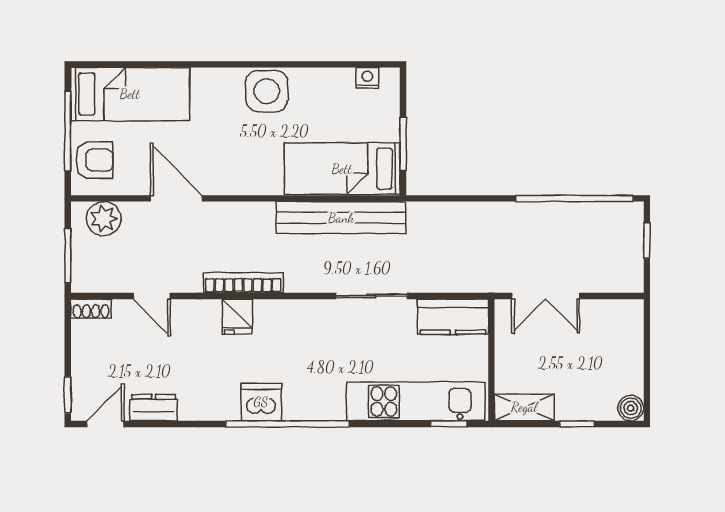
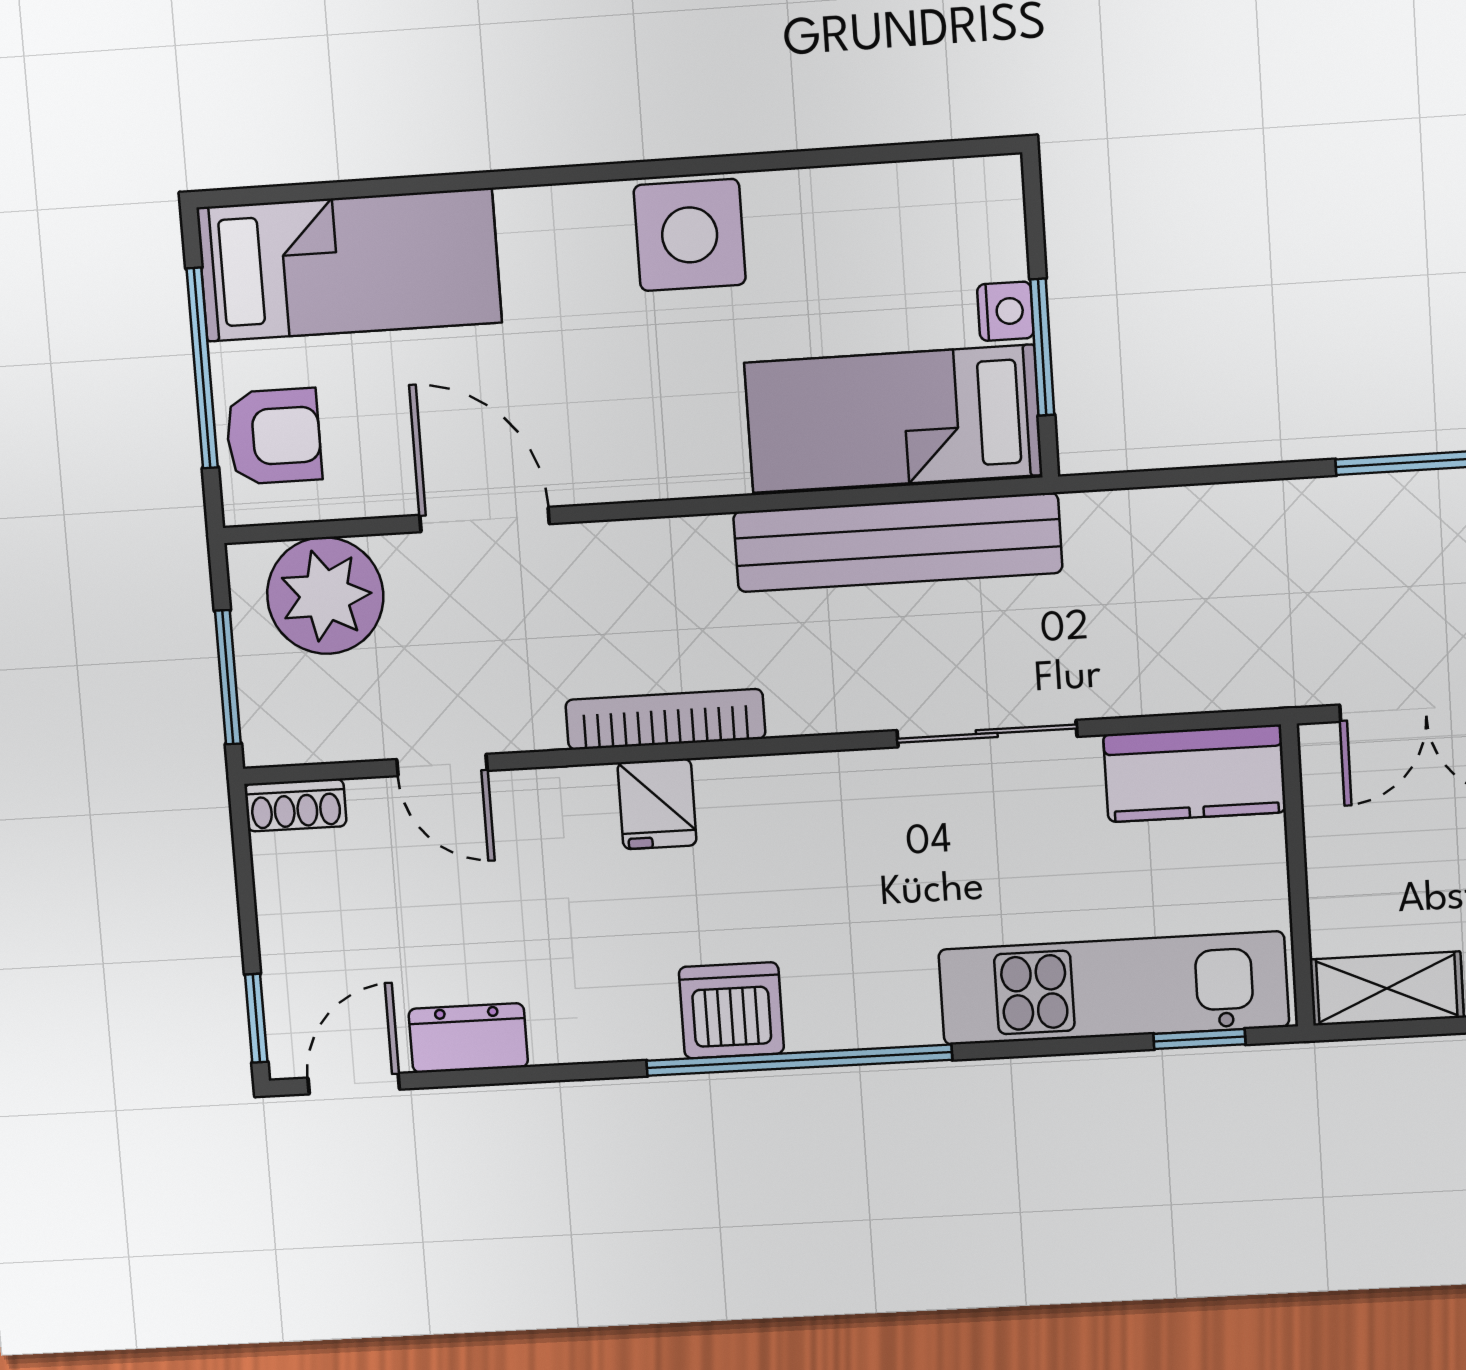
nightstand: (367, 78) -> (1005, 311), moved, turned 90
plant: (104, 219) -> (325, 596), width x1.36, depth x1.36

